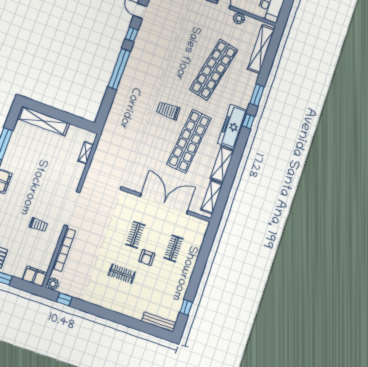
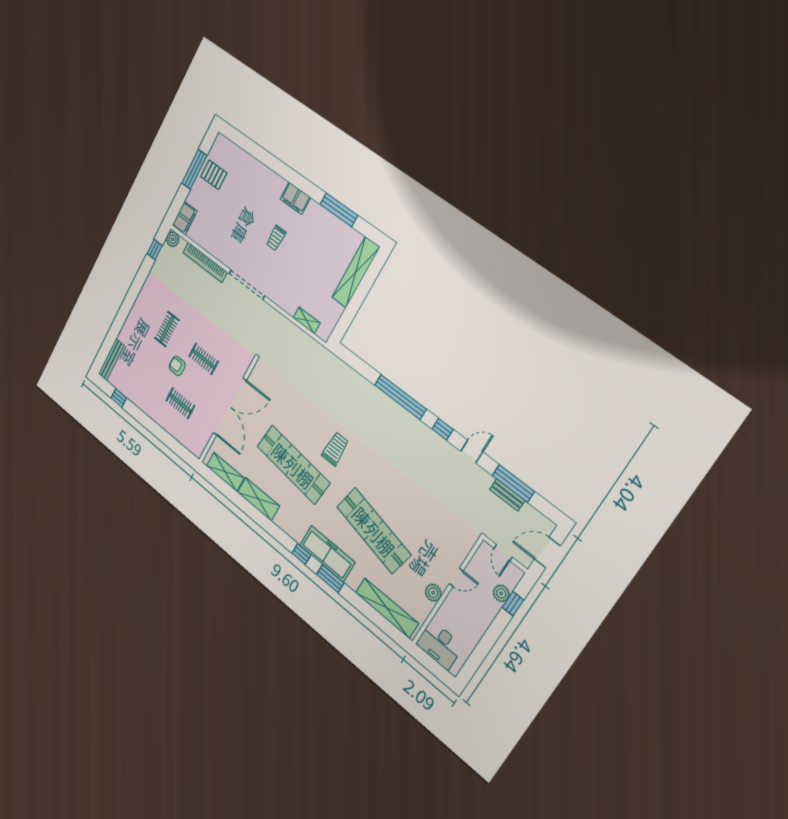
freezer: (232, 127) -> (327, 554), moved
trolley: (38, 225) -> (276, 238), moved

